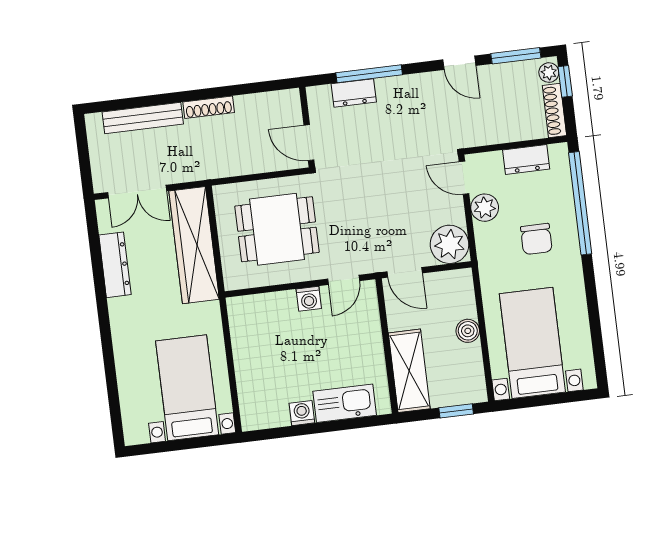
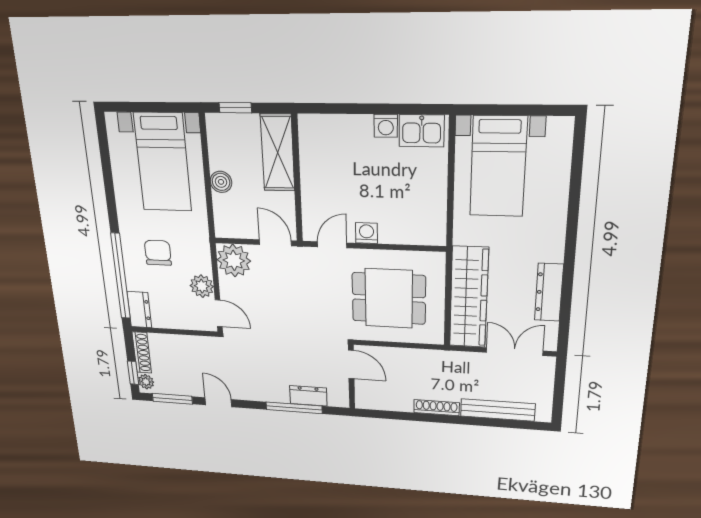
dresser: (526, 160) -> (139, 310), moved, turned 90
kitchen sink: (345, 403) -> (422, 131), moved, width x0.73

